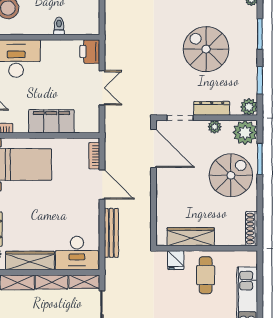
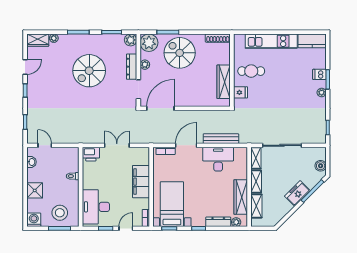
desk: (77, 253) -> (218, 159), moved, turned -90

